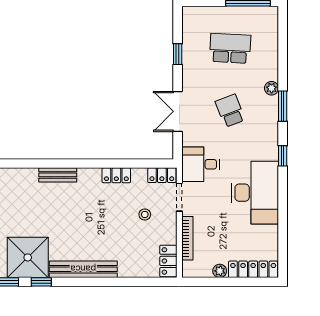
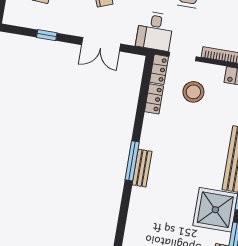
window: (63, 164) -> (132, 161), added
locker: (116, 175) -> (154, 99), moved
stool: (145, 214) -> (193, 92), width x1.89, depth x1.89

